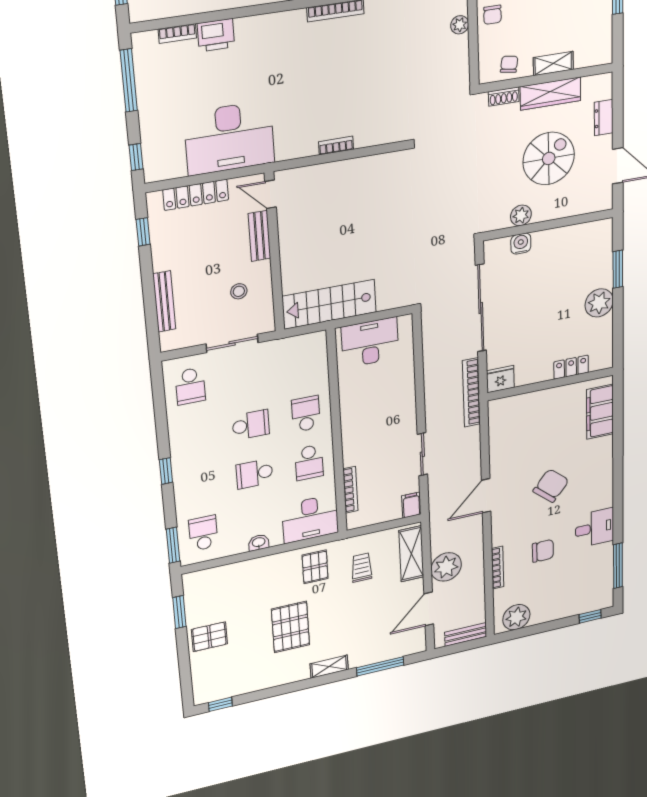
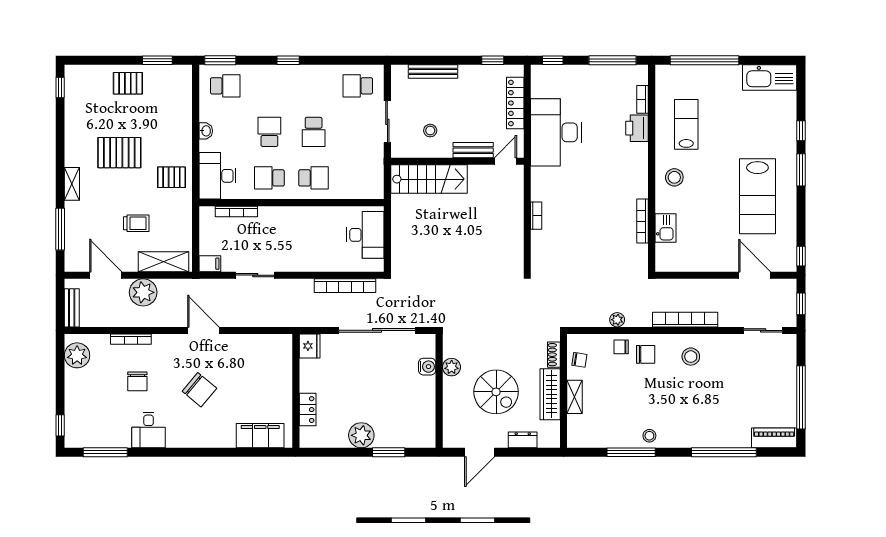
stairs: (329, 304) -> (429, 179), moved, turned 90
bookcase: (471, 392) -> (345, 286), moved, turned 180
trolley: (362, 568) -> (136, 223), moved
pallet: (209, 637) -> (128, 83), turned 90

